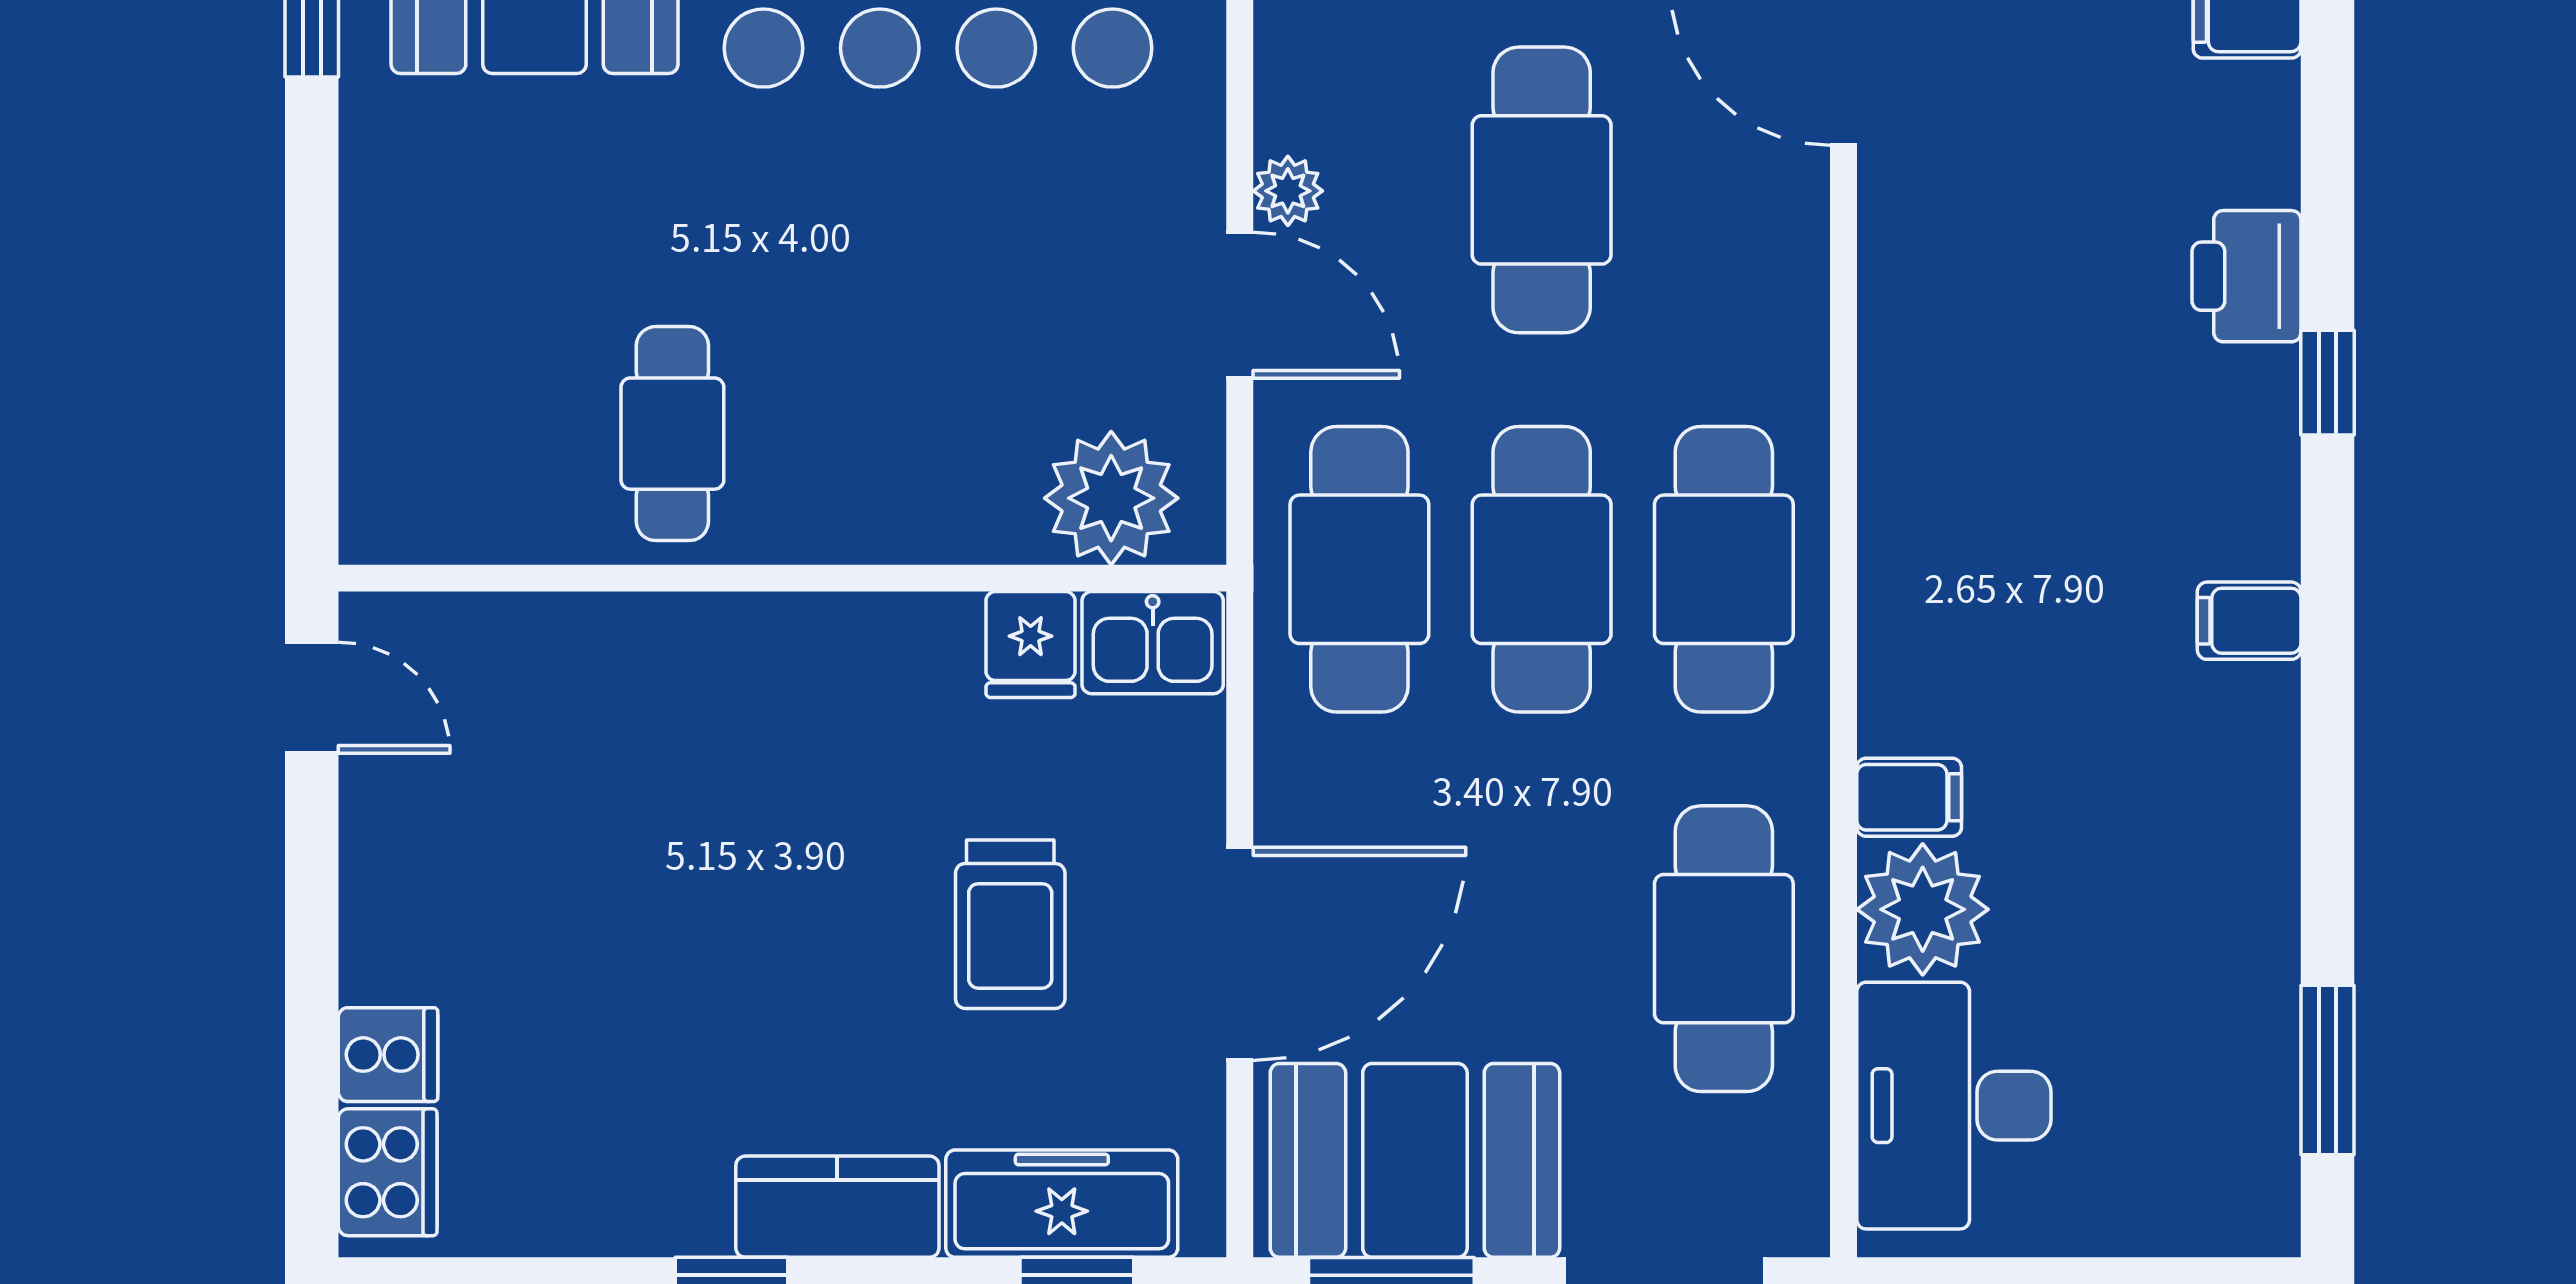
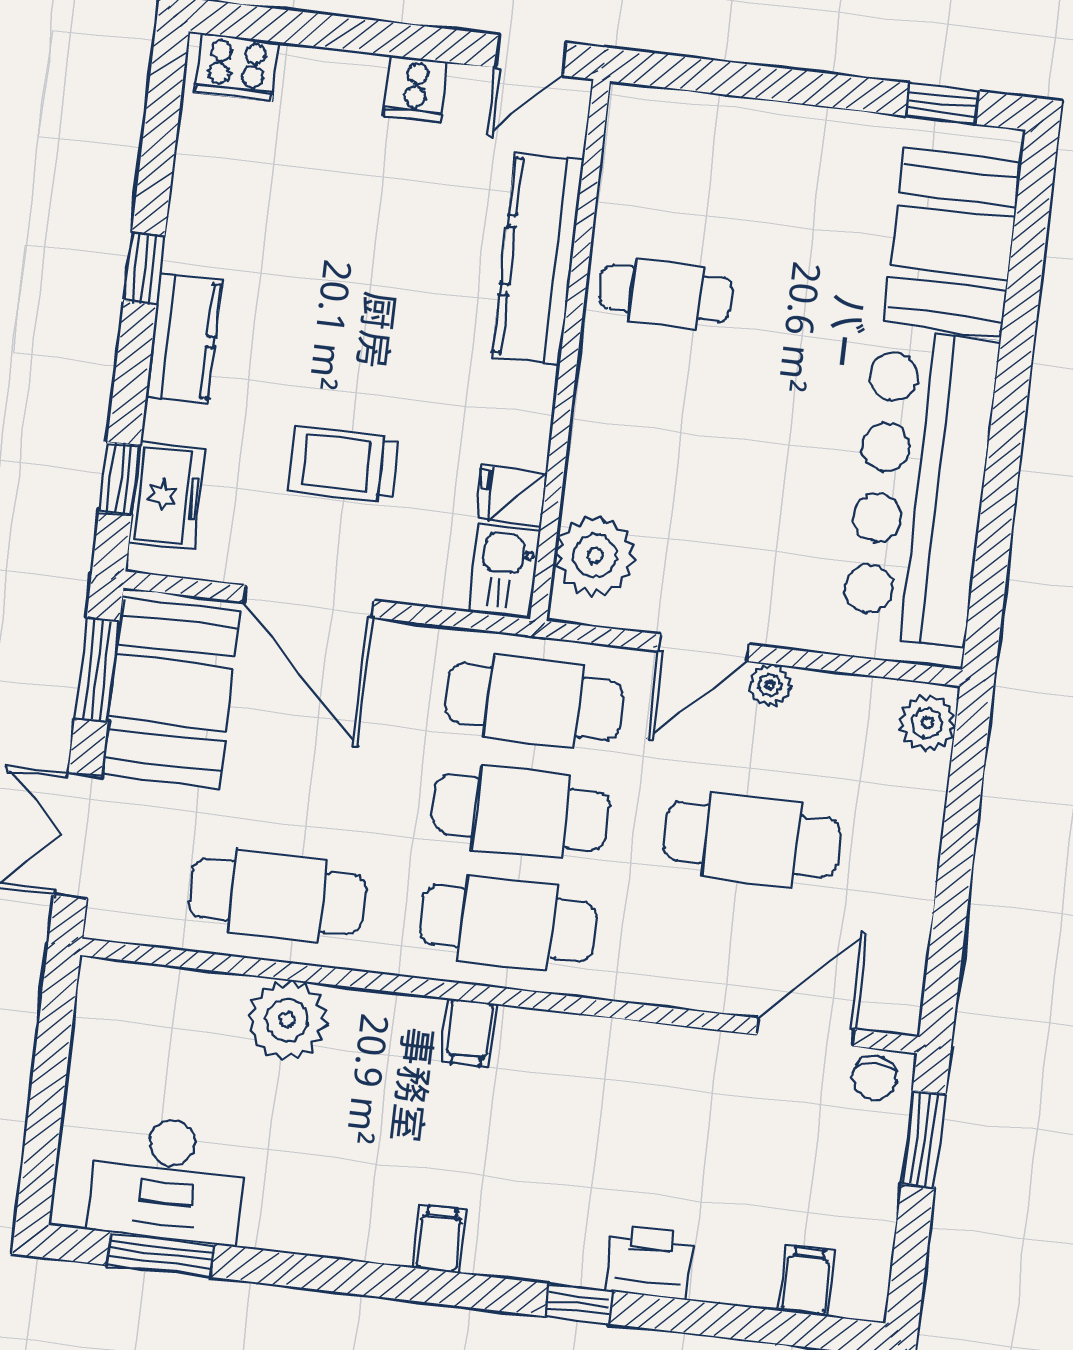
kitchen counter: (640, 648) -> (538, 259), added
filing cabinet: (1909, 797) -> (469, 1033), moved
cooker: (388, 1055) -> (416, 89), moved
desk: (1954, 1106) -> (168, 1179), moved, turned 180
freezer: (1062, 1204) -> (167, 495), width x0.71

